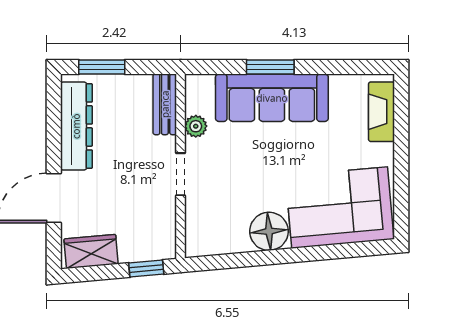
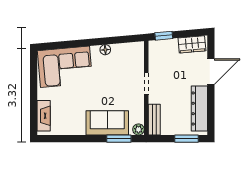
window: (270, 67) -> (119, 139), moved
sofa: (272, 98) -> (107, 123), width x0.73
plant: (196, 126) -> (138, 129), moved
floor lamp: (269, 231) -> (105, 50), width x0.53, depth x0.53

